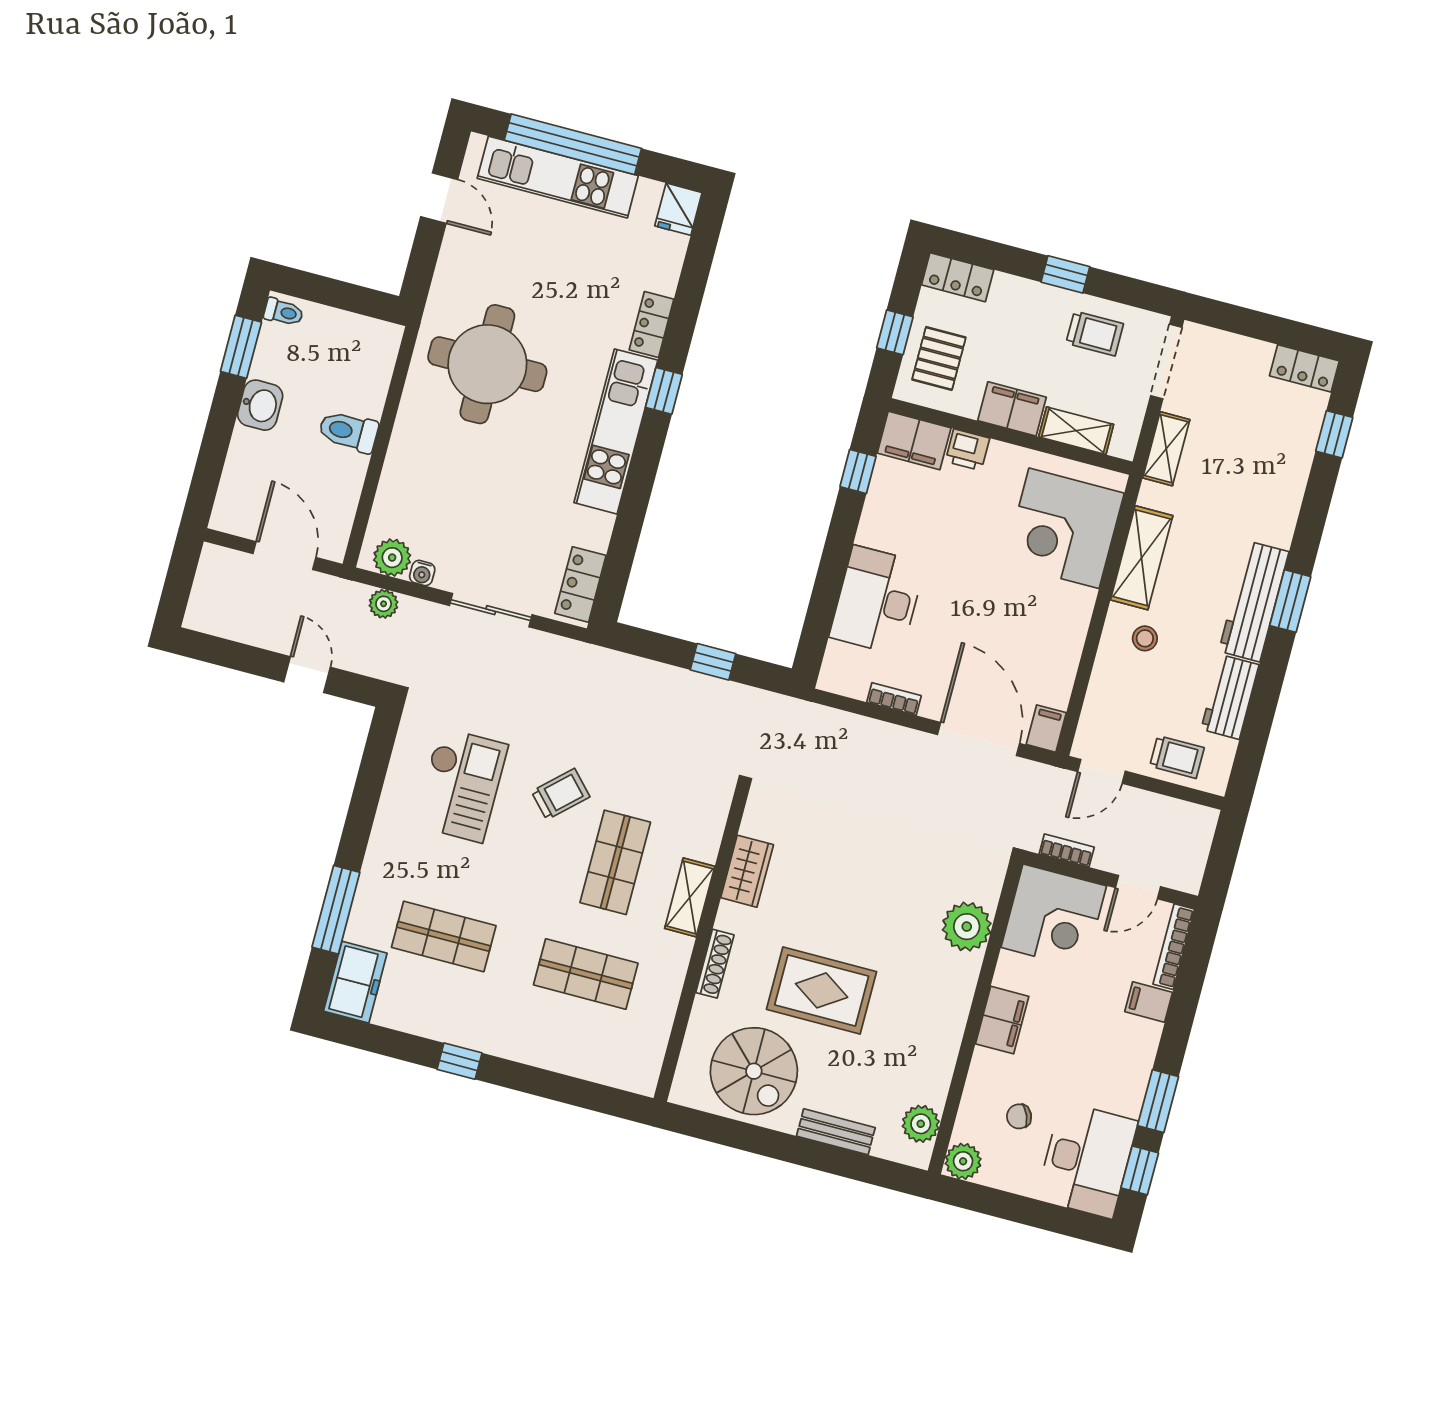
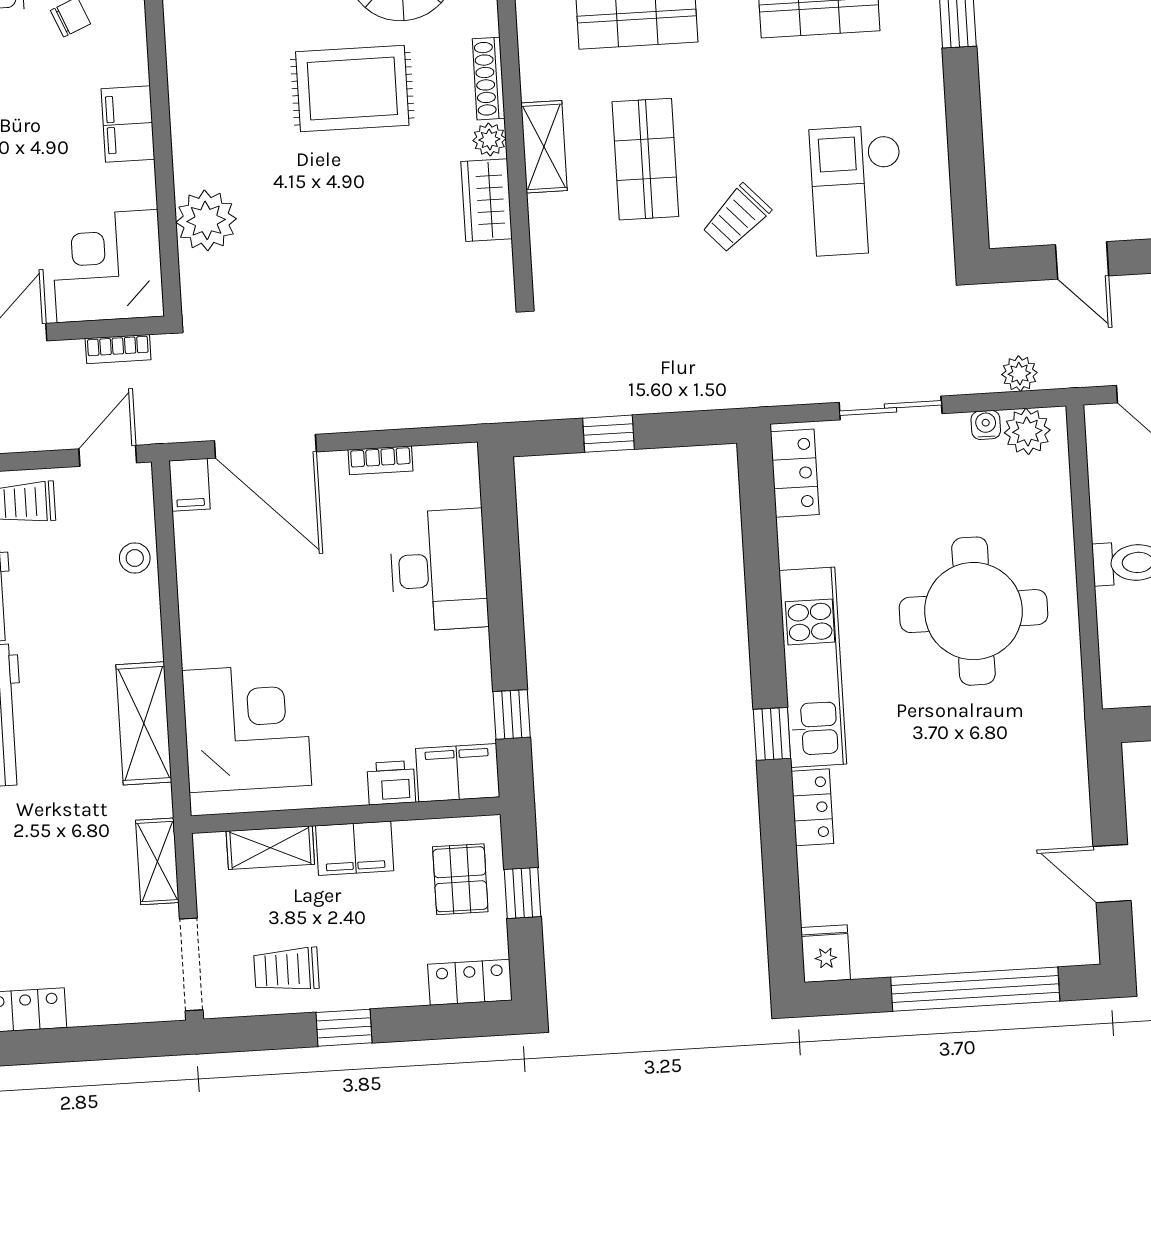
kitchen unit: (558, 177) -> (980, 945), removed
round table: (487, 364) -> (973, 611), moved
stool: (1145, 638) -> (135, 558), moved
plant: (730, 917) -> (489, 139), added

